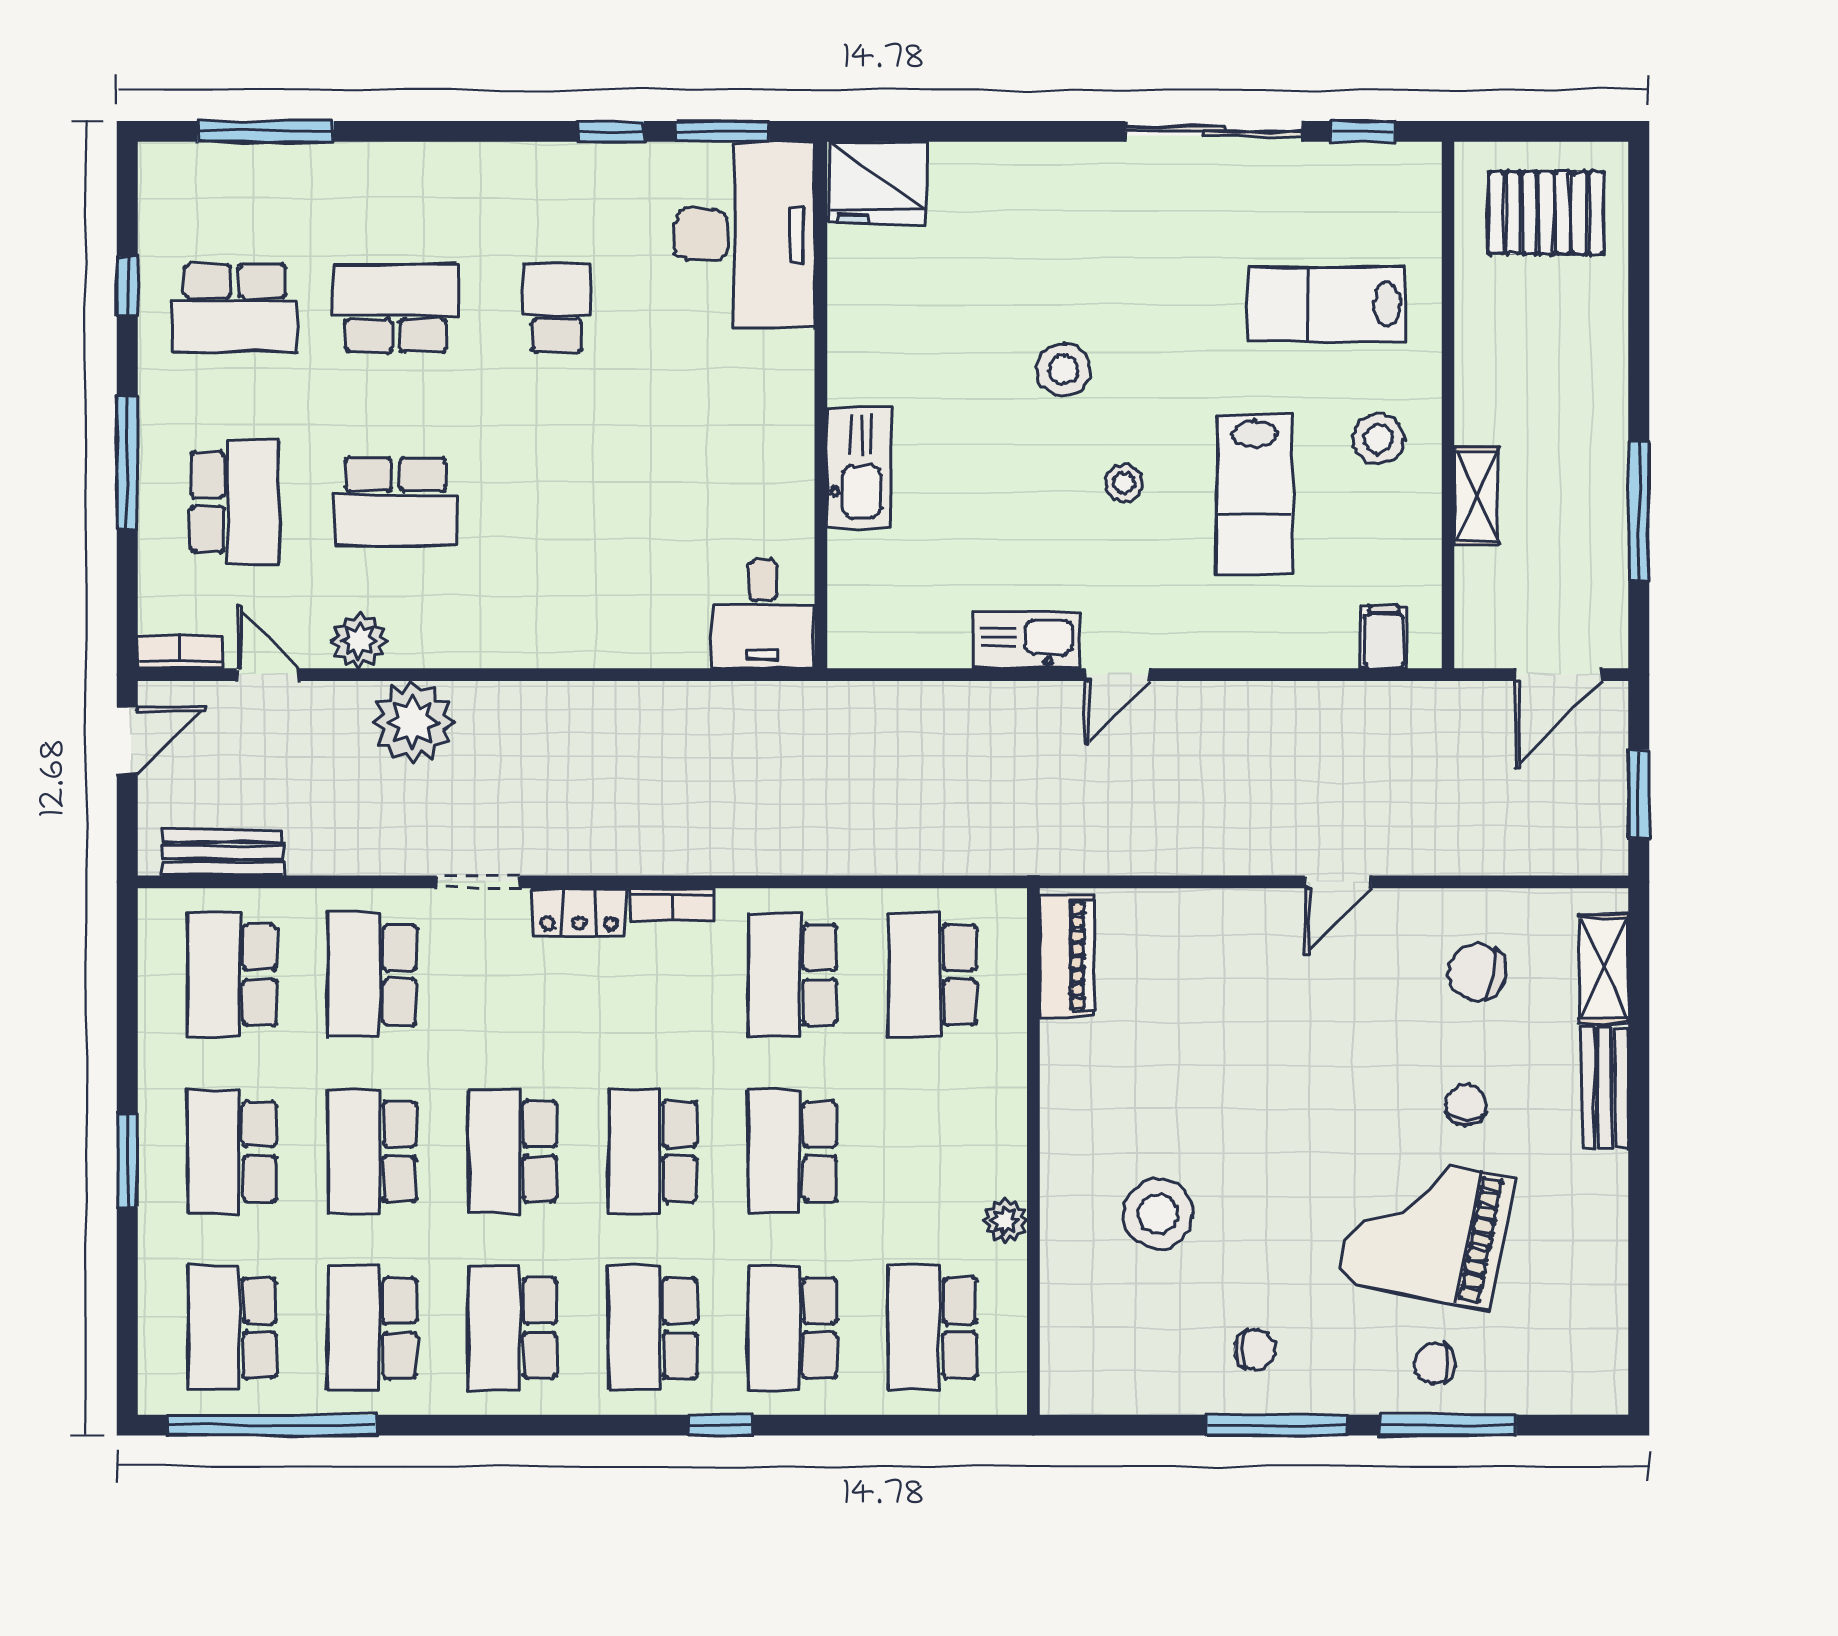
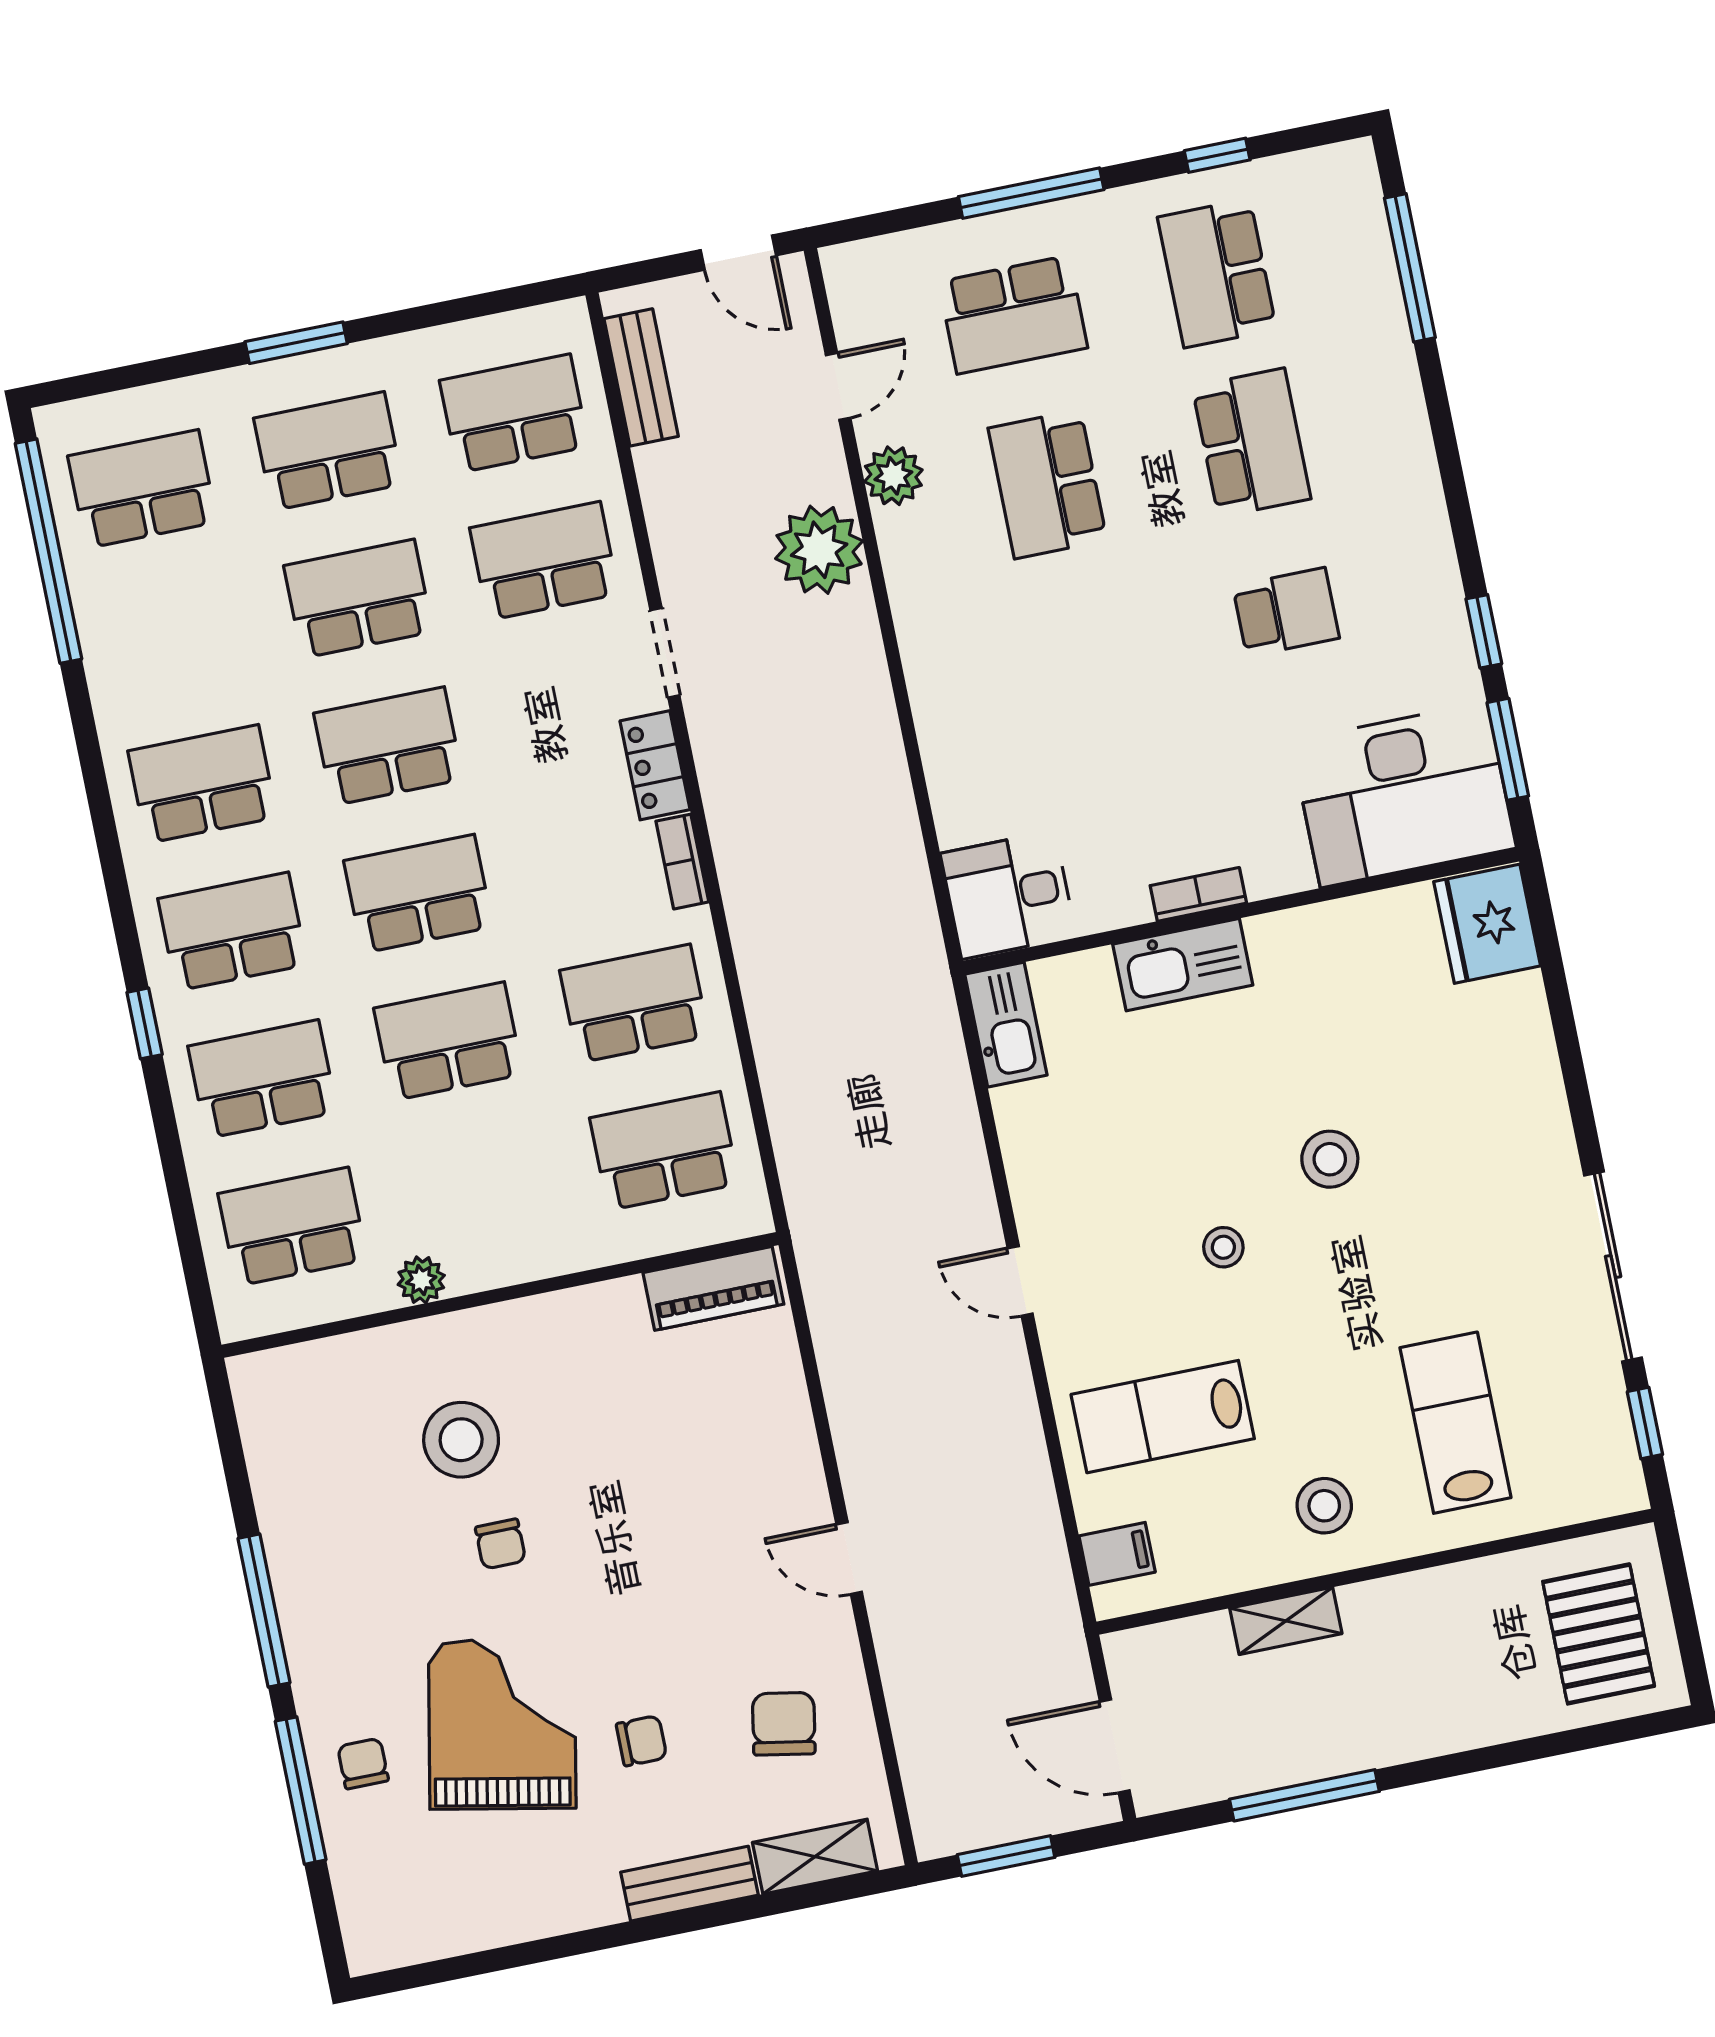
lab bench: (1254, 495) -> (1163, 1417), moved
kitchen sink: (1027, 640) -> (1006, 1025), moved
bookcase: (180, 651) -> (1198, 894), moved, turned -90
school desk: (372, 1328) -> (172, 637), removed
chair: (1255, 1350) -> (500, 1544), moved

